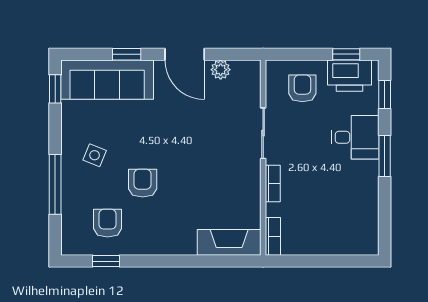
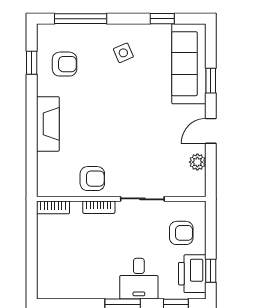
door: (185, 54) -> (211, 131), width x0.73
window: (55, 89) -> (162, 19), moved
side table: (95, 155) -> (123, 53), turned 45
armchair: (143, 183) -> (92, 179), moved
window: (55, 184) -> (81, 19), moved
fireplace: (229, 242) -> (48, 124), moved

